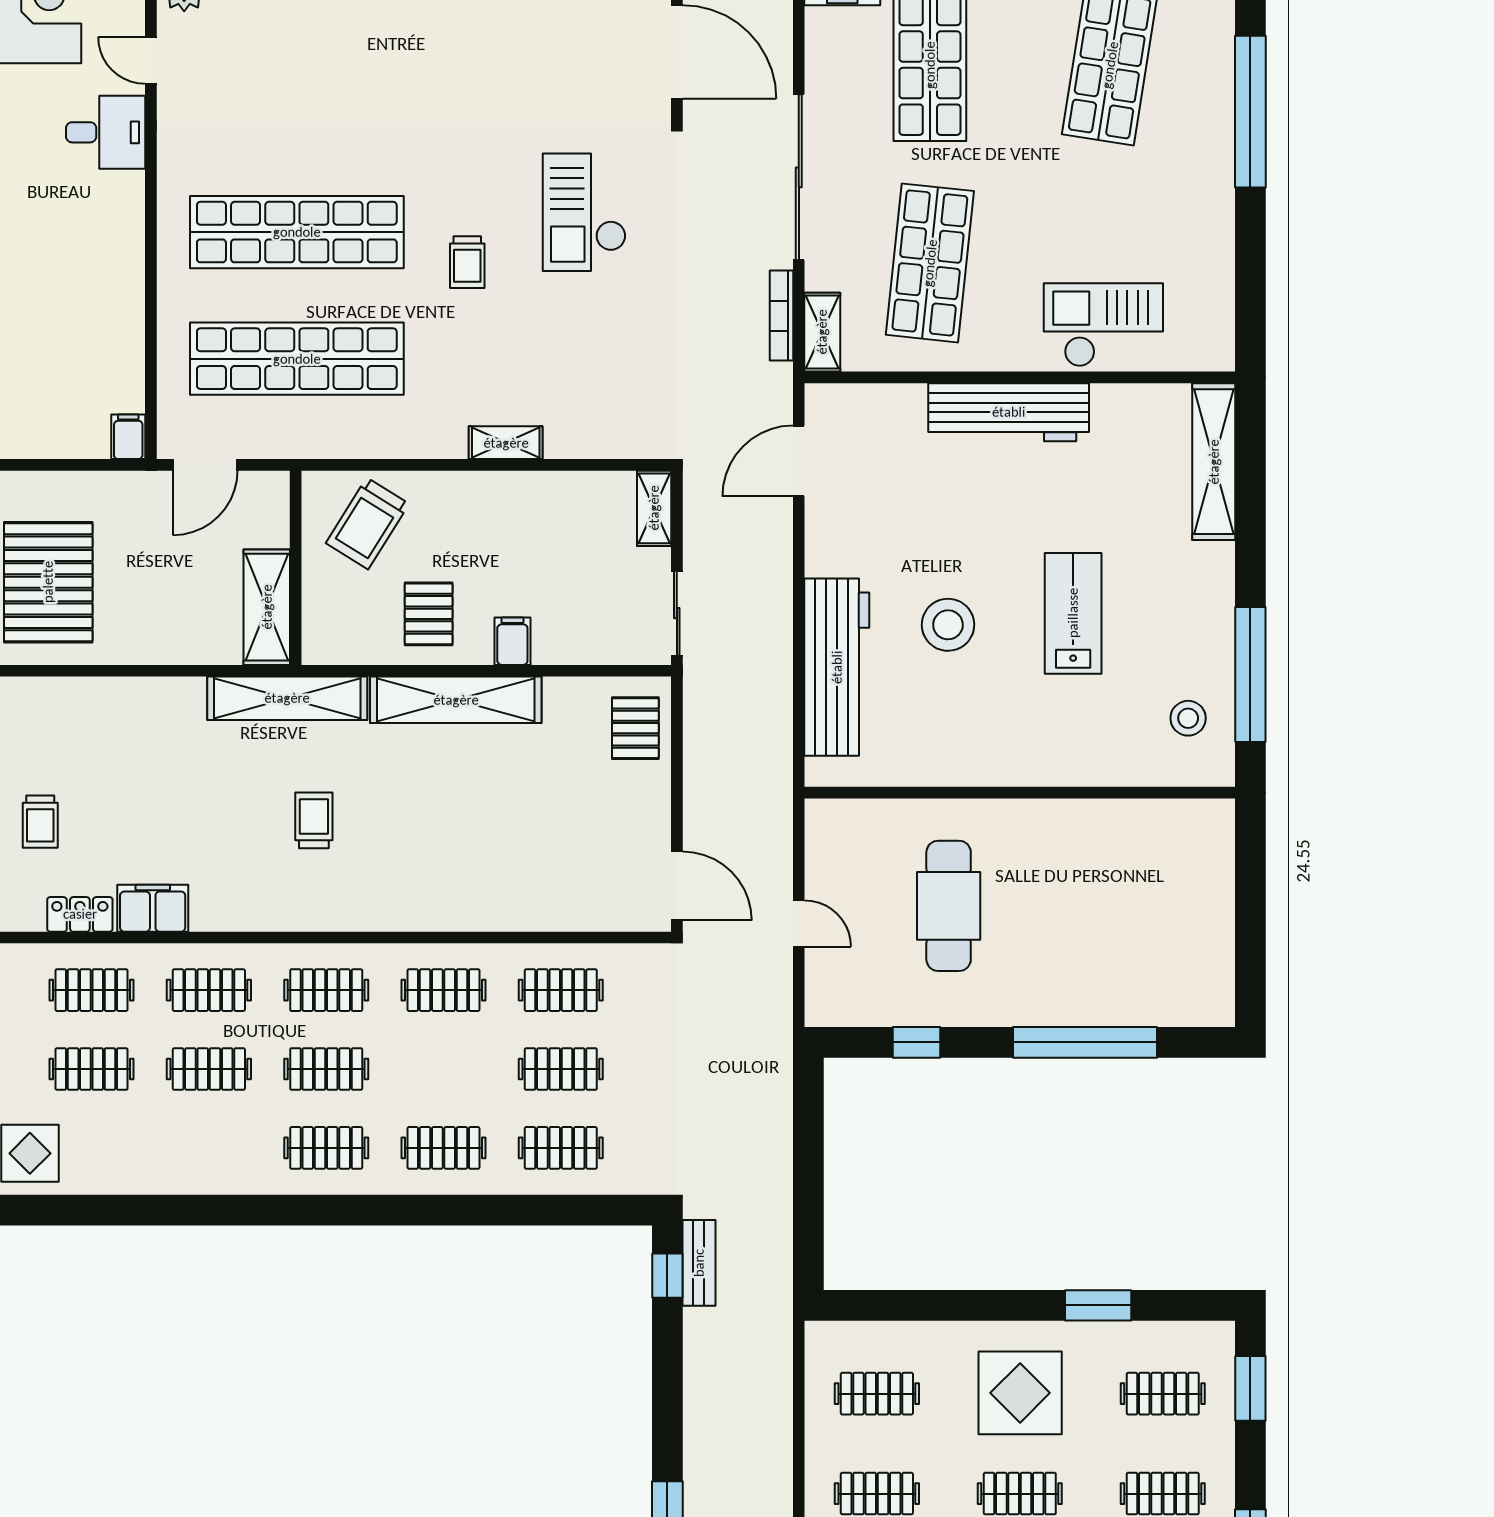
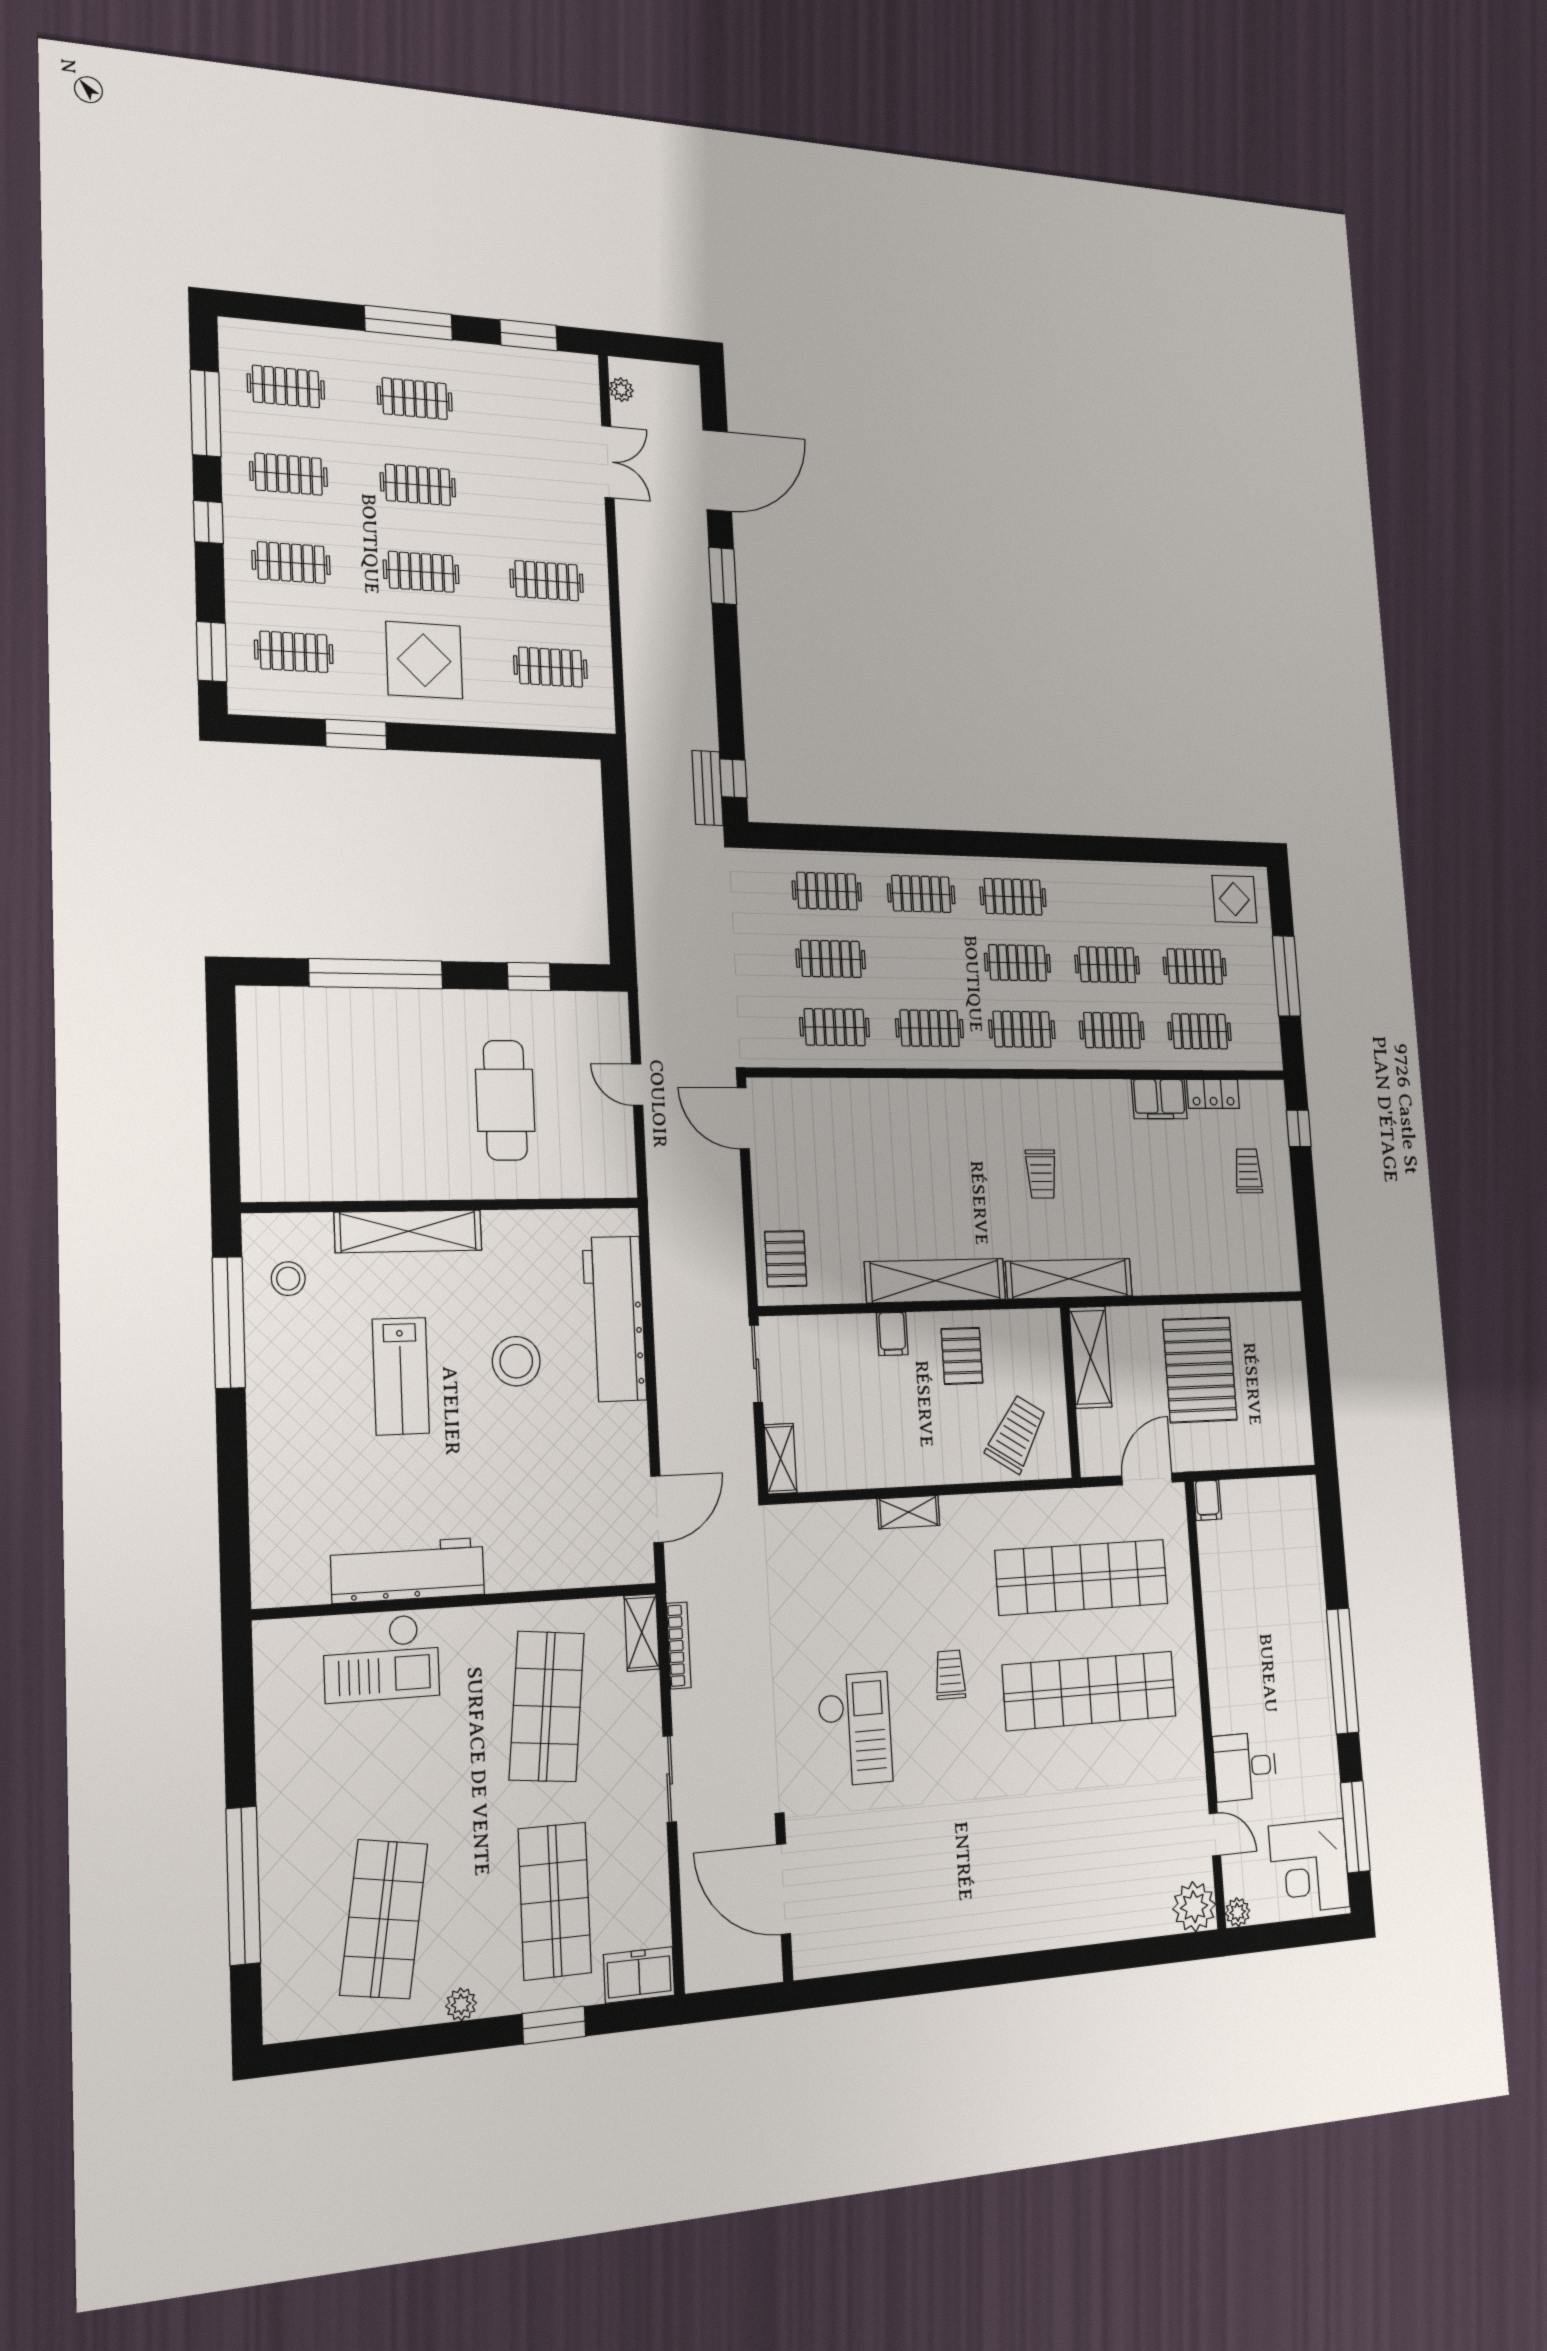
sliding door: (799, 177) -> (670, 1779), width x0.54
workbench: (1009, 412) -> (408, 1570), moved
shelving: (1214, 462) -> (408, 1231), moved, turned 90
pallet: (48, 582) -> (1200, 1370), moved

